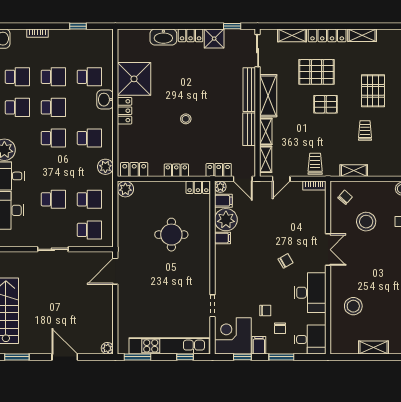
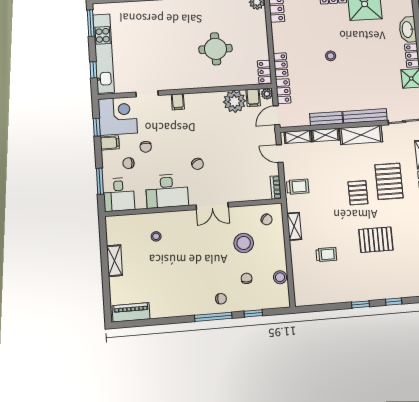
trolley: (365, 130) -> (326, 255), moved
locker: (176, 170) -> (281, 65), moved
filing cabinet: (223, 238) -> (178, 102), moved
stool: (353, 306) -> (156, 236), width x0.53, depth x0.53
window: (281, 357) -> (100, 181), moved

